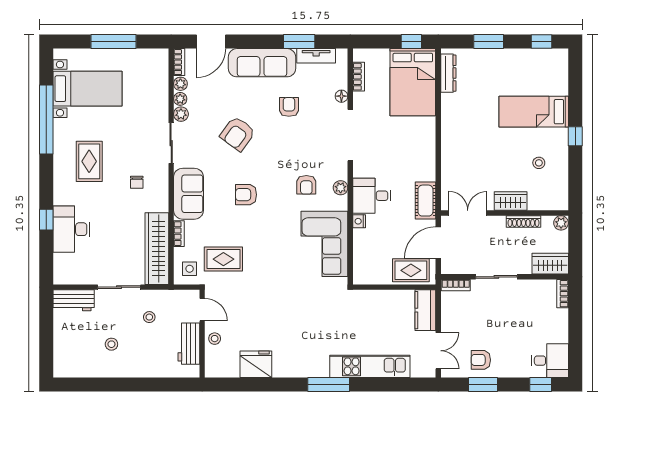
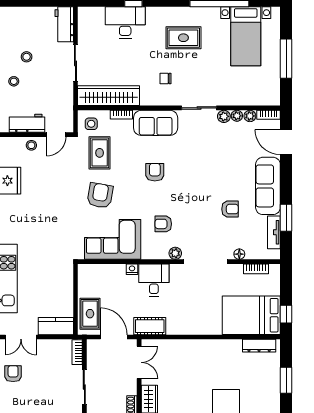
armchair: (238, 134) -> (100, 196), moved, turned 64
plant: (341, 188) -> (175, 253), moved
stool: (149, 317) -> (14, 81), moved

